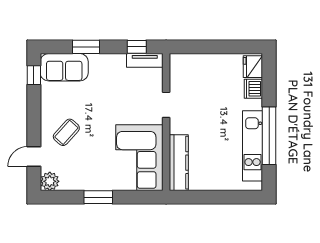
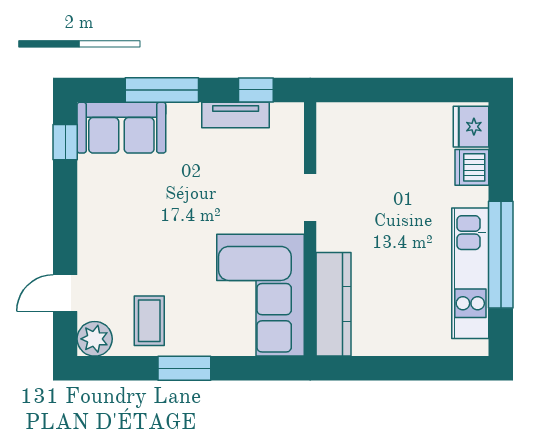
window: (86, 47) -> (162, 90), width x1.44
tv unit: (145, 60) -> (236, 115), moved
coffee table: (66, 132) -> (149, 321), moved, turned -42

